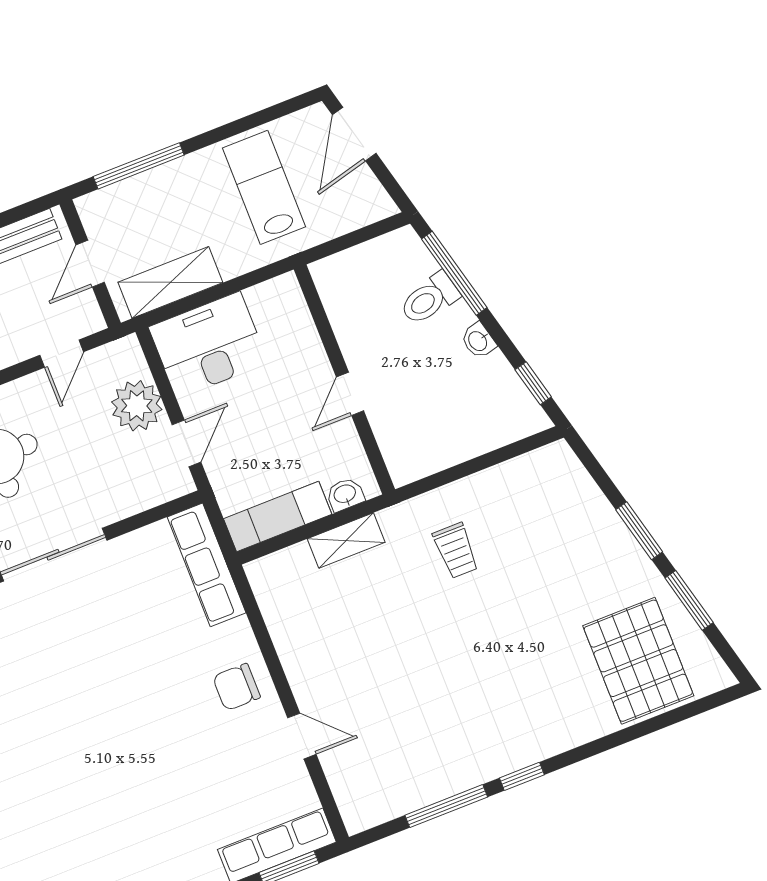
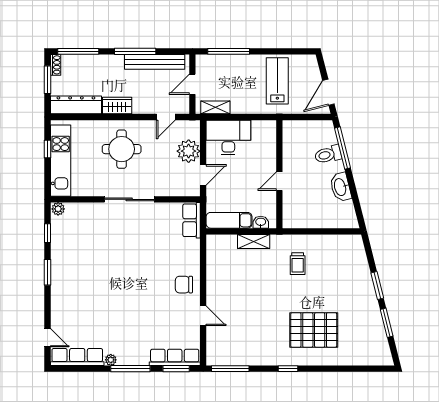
door: (354, 134) -> (328, 92), moved
shelving: (170, 282) -> (215, 107), width x0.67, depth x0.75
washbasin: (478, 341) -> (341, 187), width x1.91, depth x1.45
window: (533, 383) -> (357, 207), removed
row of seats: (207, 565) -> (191, 220), width x0.68
pallet: (638, 661) -> (314, 330), moved, turned 90
window: (446, 806) -> (230, 369), moved

